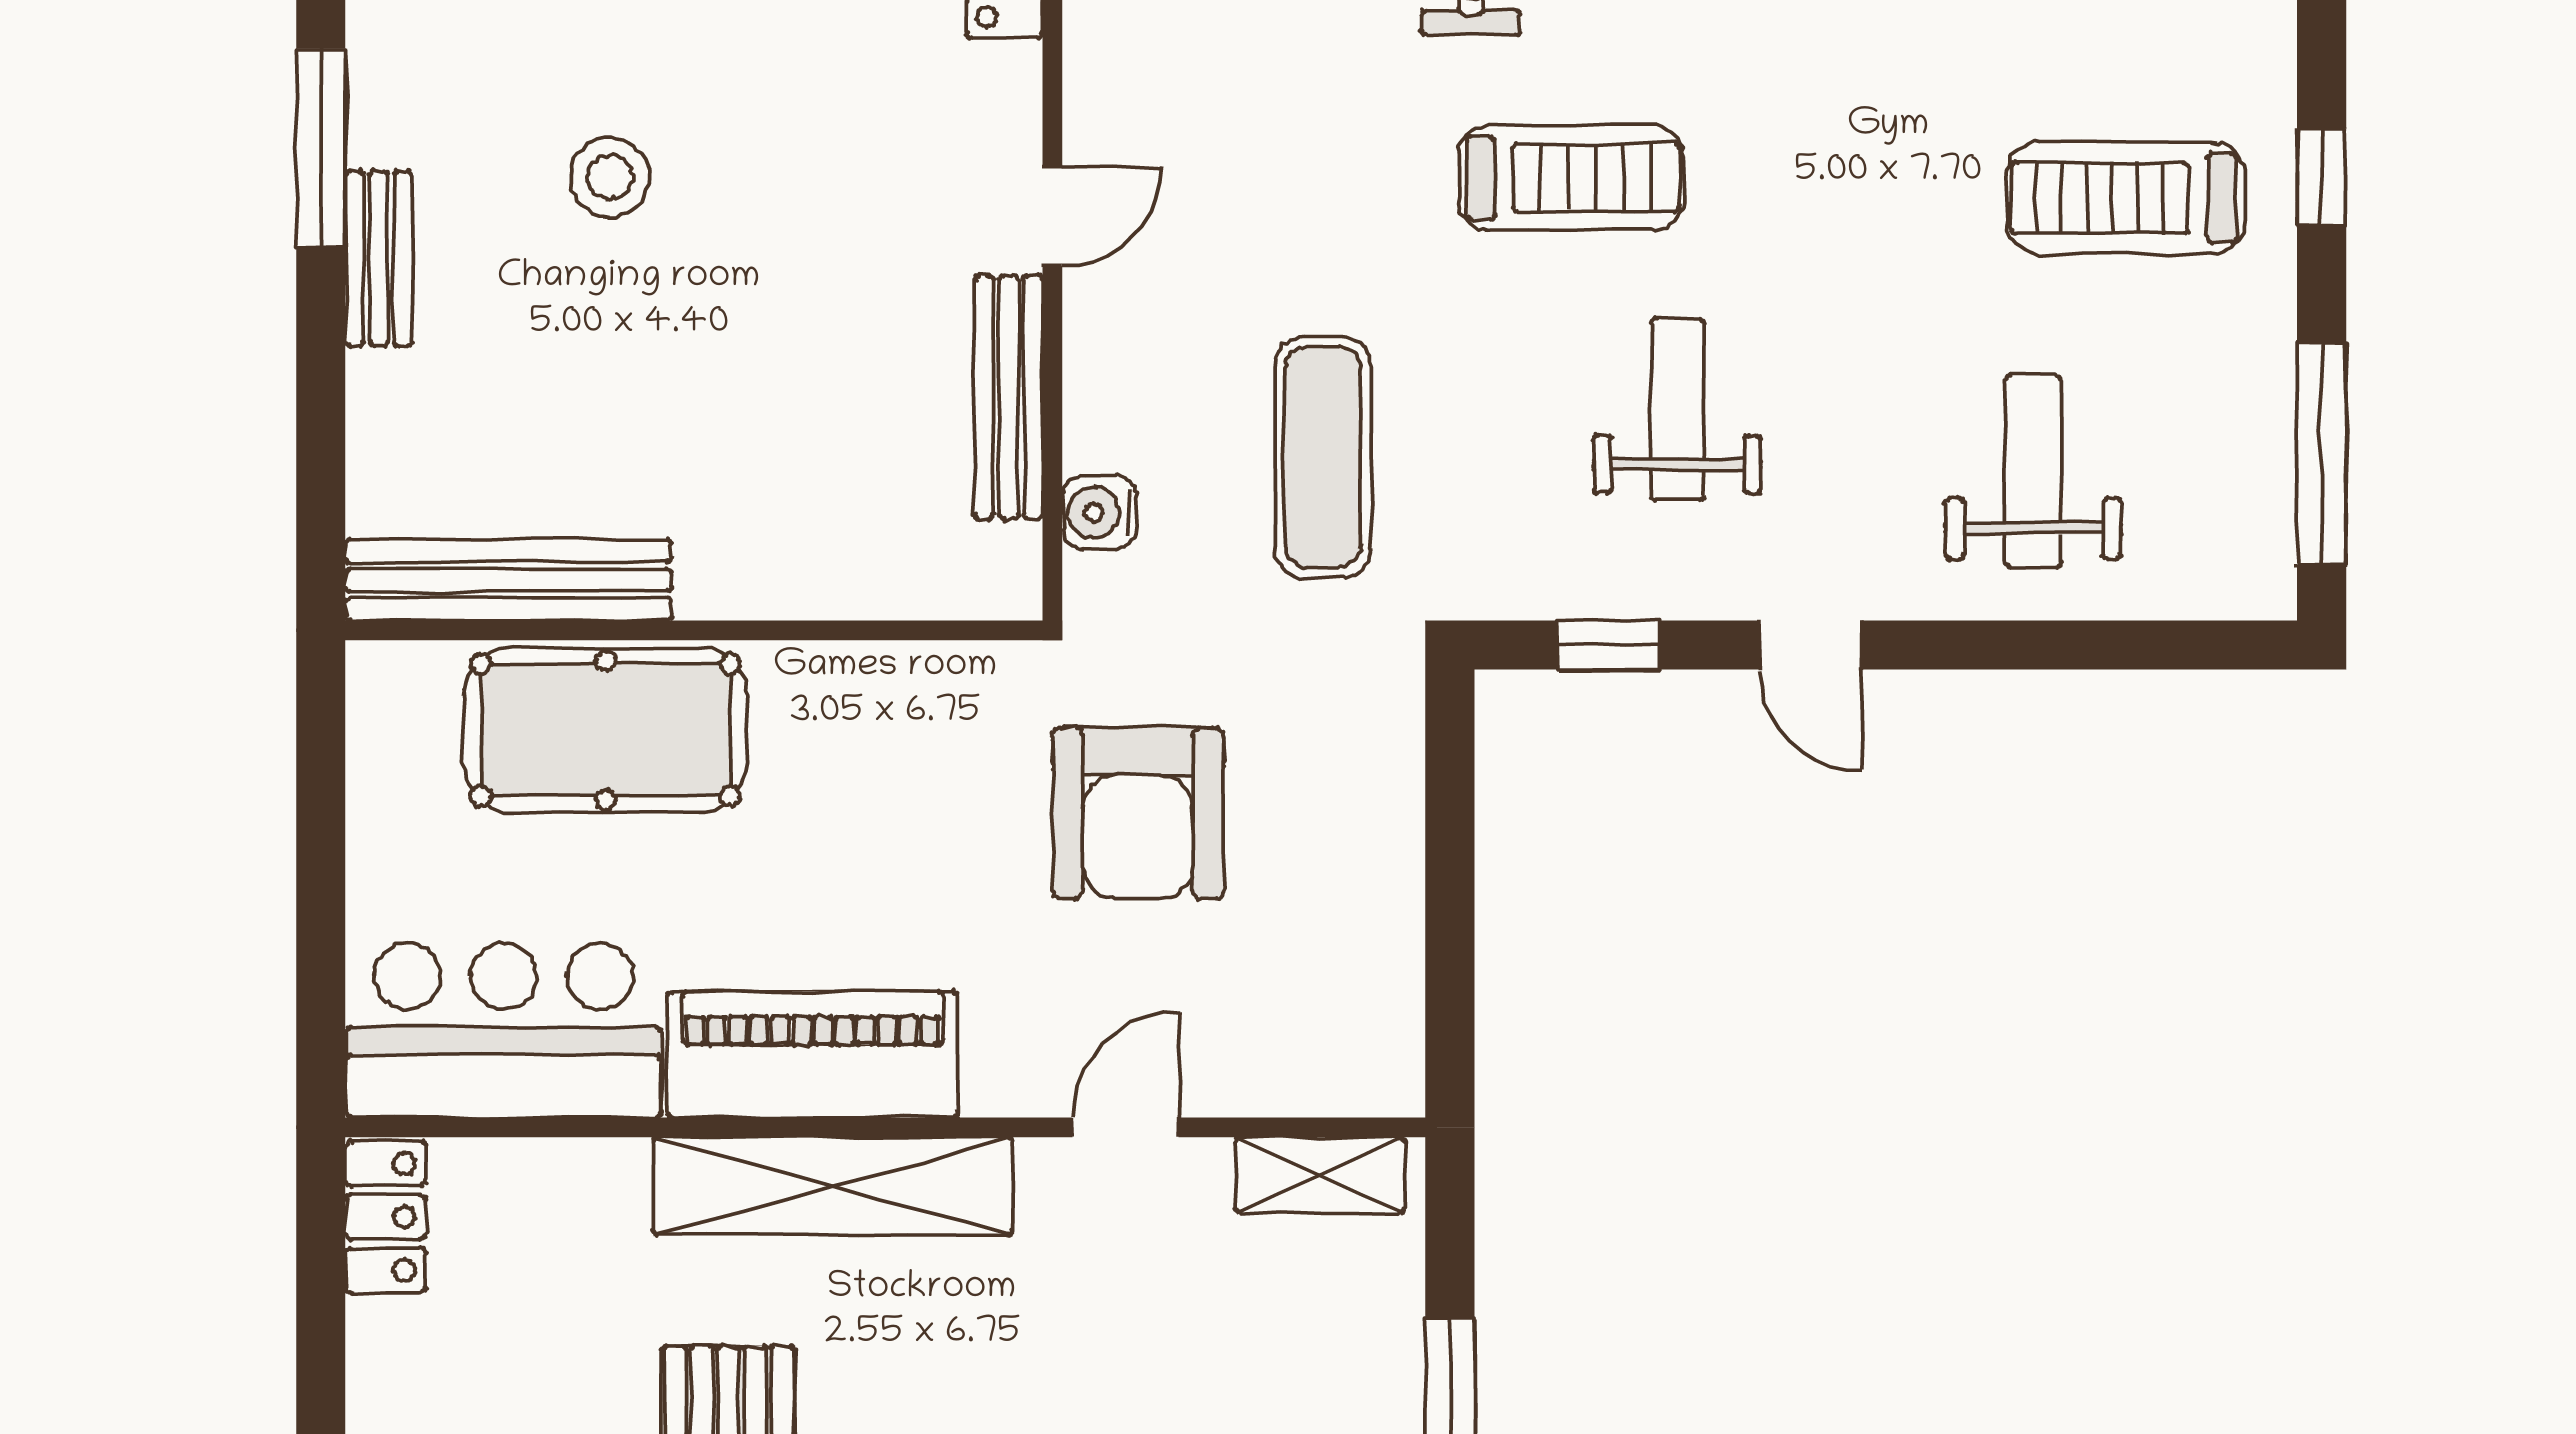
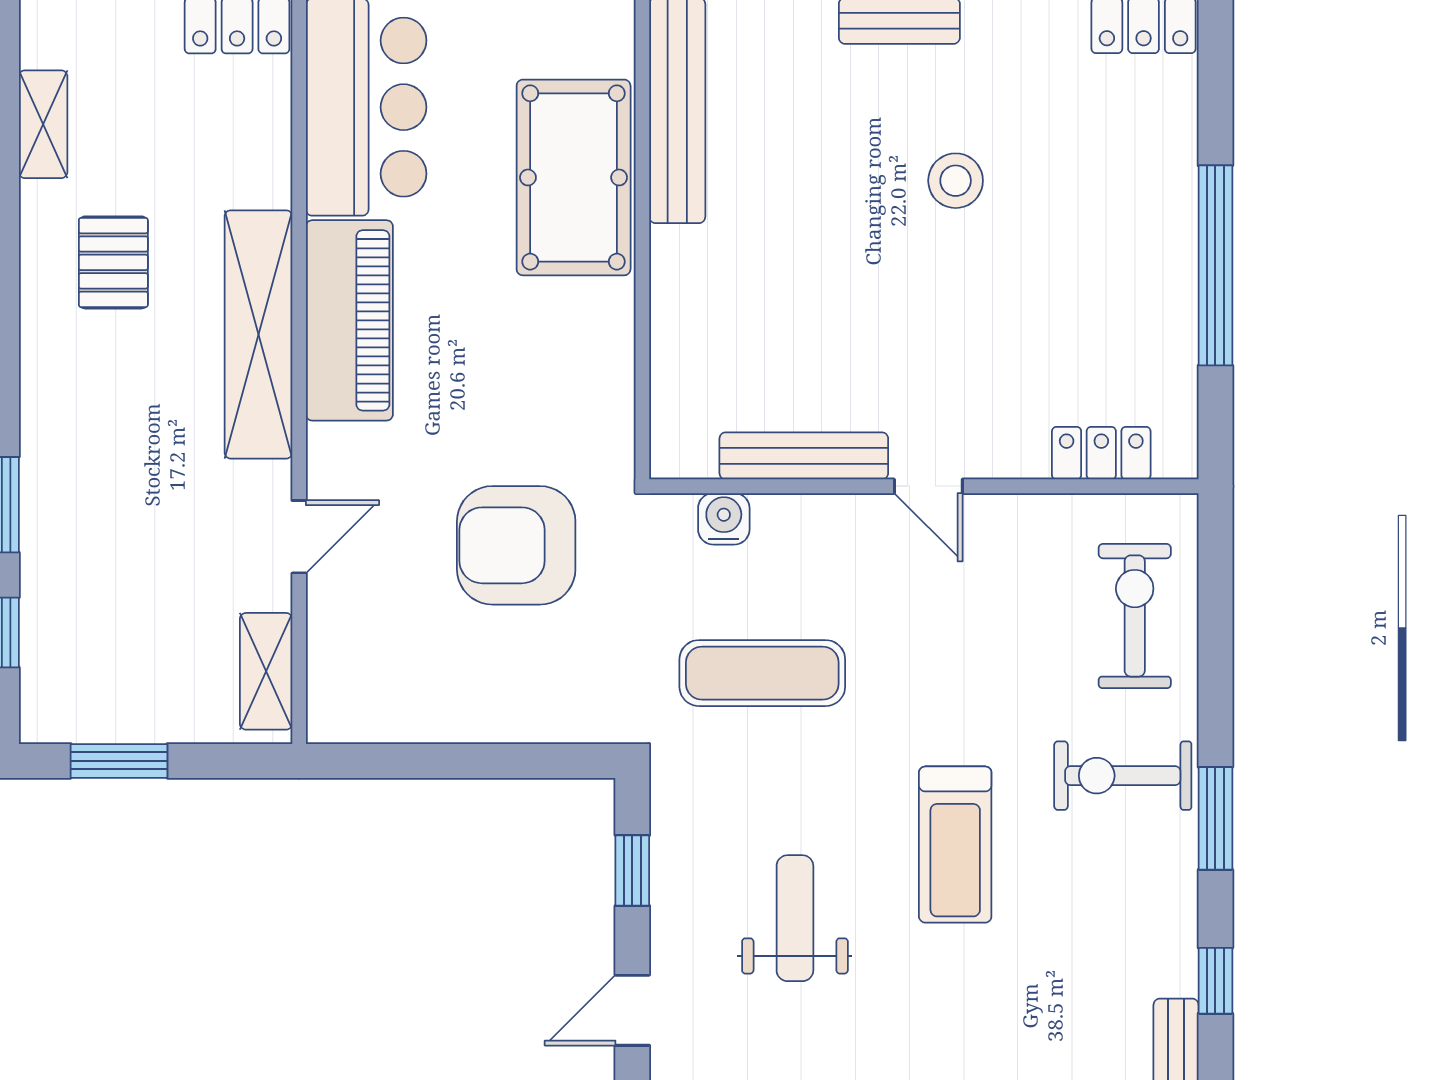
weight bench: (1677, 410) -> (795, 918), turned -90
door: (1125, 1127) -> (299, 537), hinge flipped

